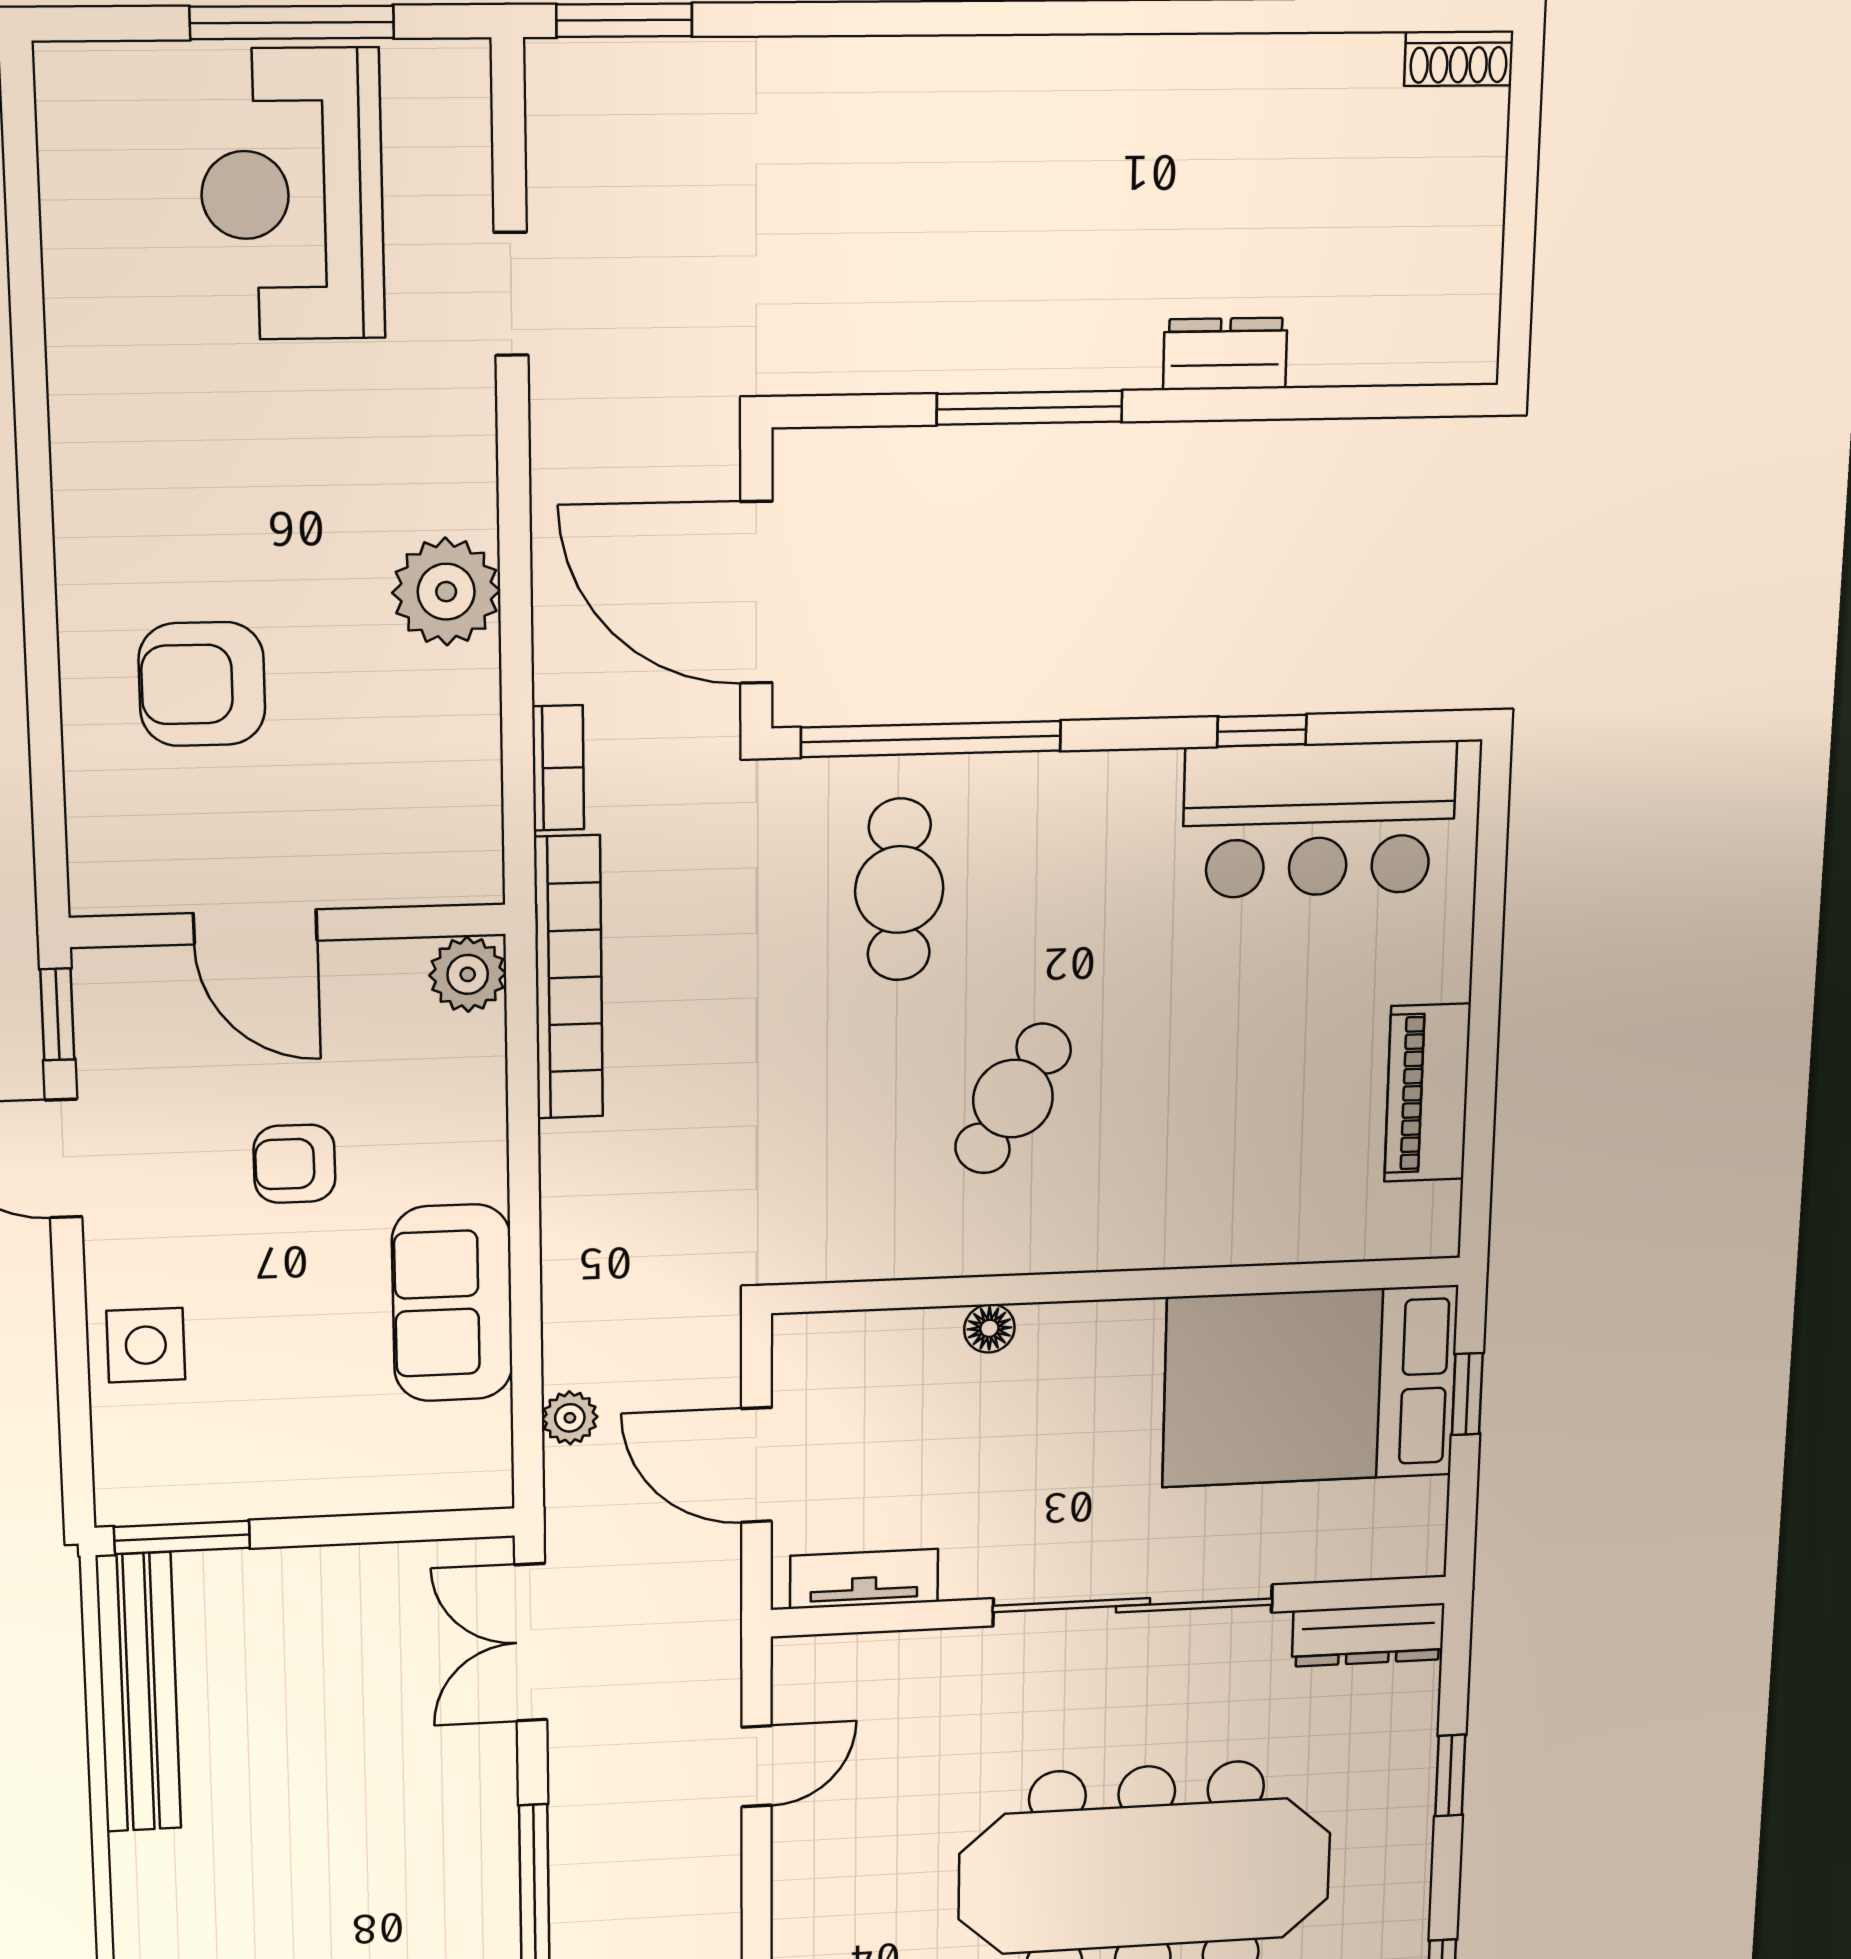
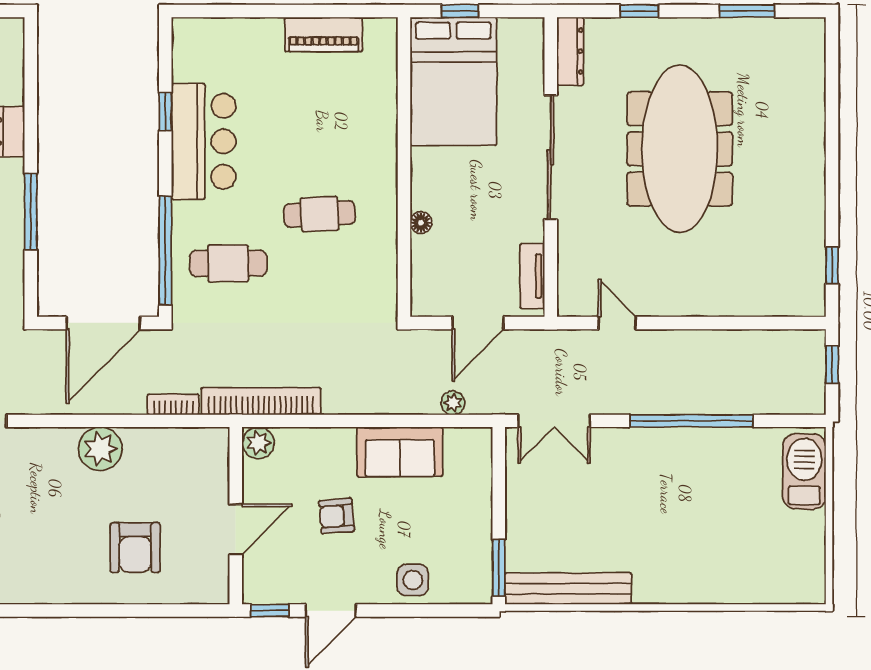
bar counter: (1319, 819) -> (204, 141), moved
cafe table: (1013, 1099) -> (320, 214), turned -34
armchair: (294, 1164) -> (337, 516), turned 85

